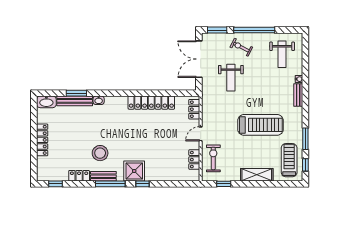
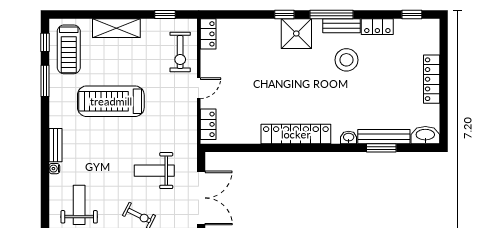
weight bench: (231, 78) -> (154, 171), turned -90
locker: (151, 103) -> (296, 134), moved
locker: (194, 160) -> (208, 34), moved

